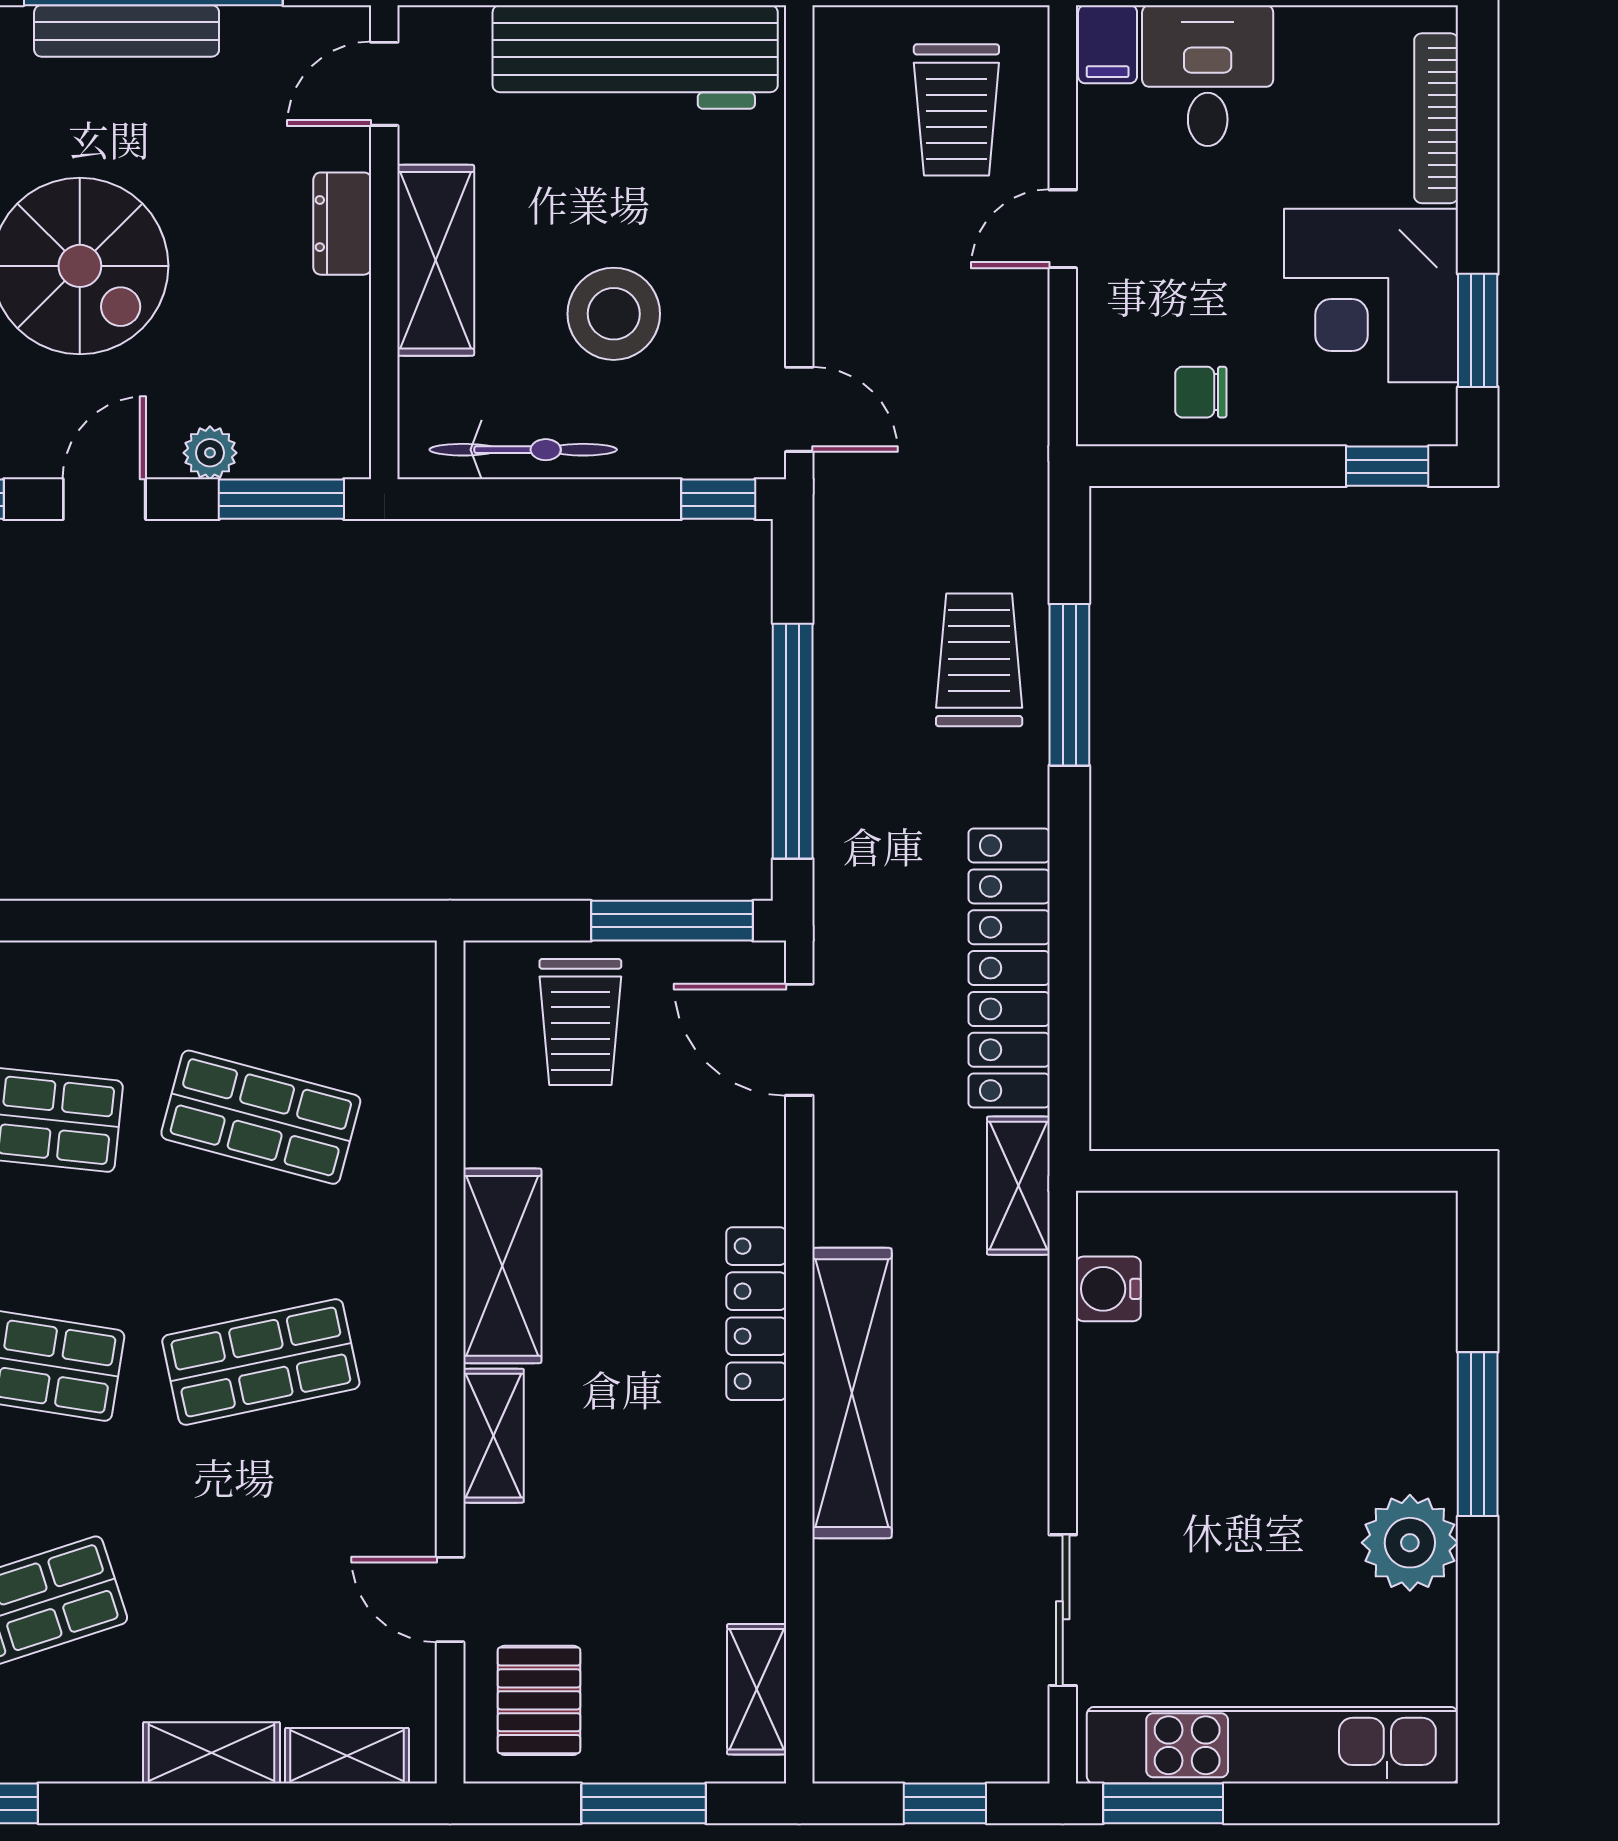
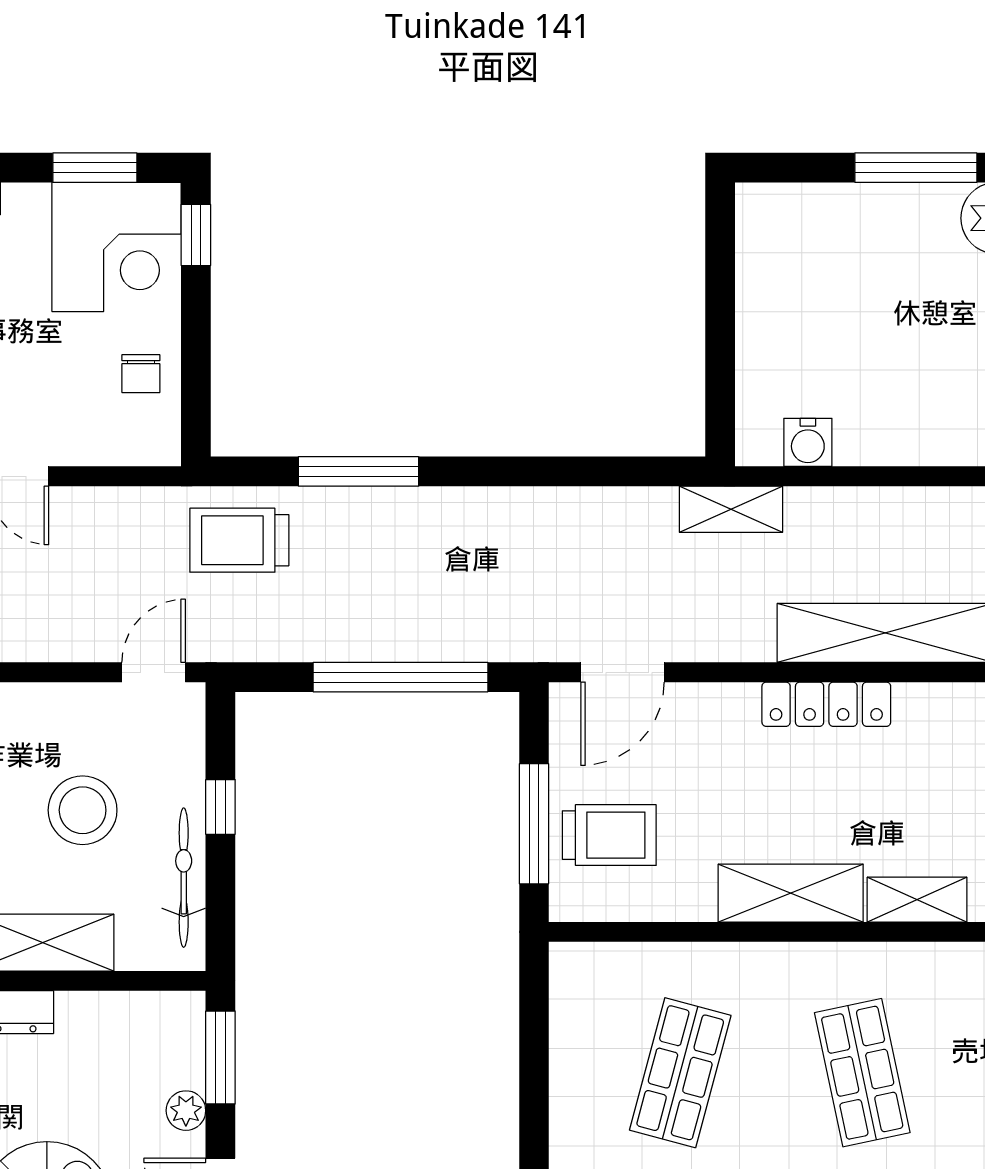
corner desk: (1371, 295) -> (117, 247), moved
window: (718, 499) -> (220, 807), moved
trolley: (979, 660) -> (239, 540), moved
window: (672, 921) -> (534, 824), moved
locker: (1009, 968) -> (569, 516), removed

